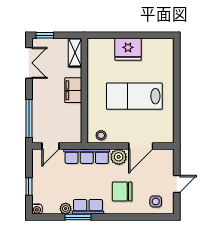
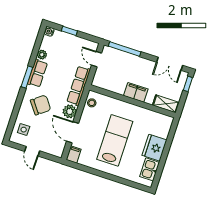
kitchen sink: (154, 47) -> (150, 169), added
filing cabinet: (165, 137) -> (74, 154), added
chair: (122, 192) -> (41, 105), turned 53
window: (78, 217) -> (27, 77), moved

